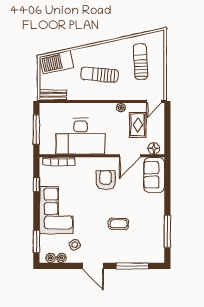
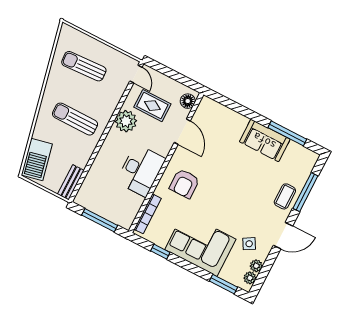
sun lounger: (100, 75) -> (75, 119), turned 85
plant: (121, 108) -> (126, 121), width x1.87, depth x1.87
desk: (81, 136) -> (141, 170), width x0.73, depth x0.77
sofa: (154, 175) -> (265, 140), moved
armchair: (105, 180) -> (185, 184), moved, turned -90
coffee table: (119, 224) -> (285, 196), moved

